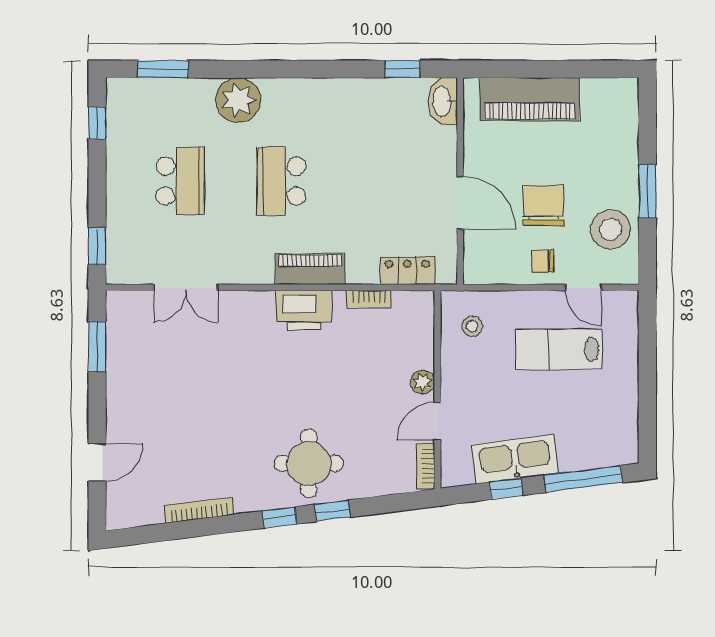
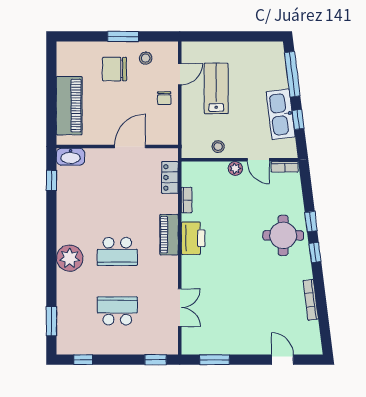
plant: (238, 100) -> (70, 258), moved
chair: (544, 206) -> (114, 69), moved
stool: (611, 229) -> (146, 58), width x0.53, depth x0.53
stool: (472, 326) -> (218, 147), moved
lab bench: (559, 349) -> (216, 88), turned 180

